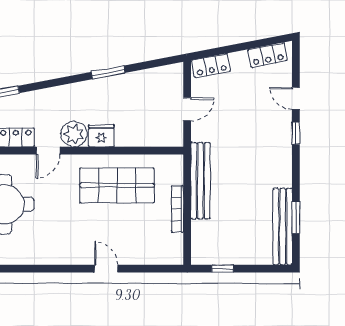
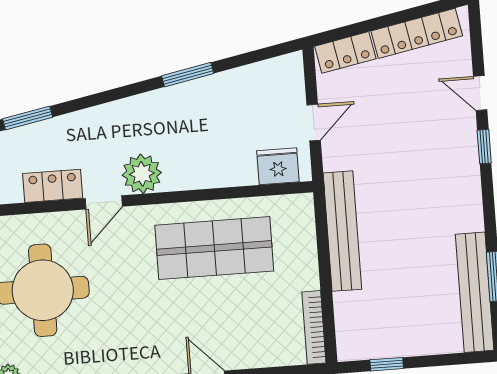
locker: (267, 55) -> (417, 33), width x1.53
fridge: (101, 136) -> (278, 166), moved
bookcase: (177, 209) -> (314, 327), moved

